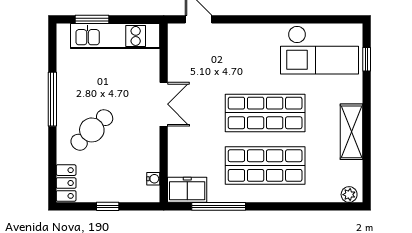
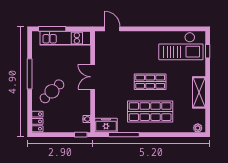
window: (92, 19) -> (52, 29), width x1.44
double door: (164, 104) -> (93, 77), swing flipped
shop shelf: (265, 113) -> (150, 82), width x0.70, depth x0.74
window: (108, 206) -> (81, 135), moved

